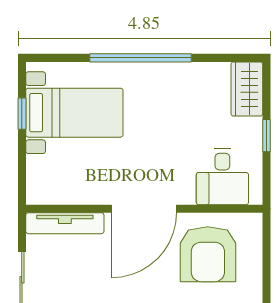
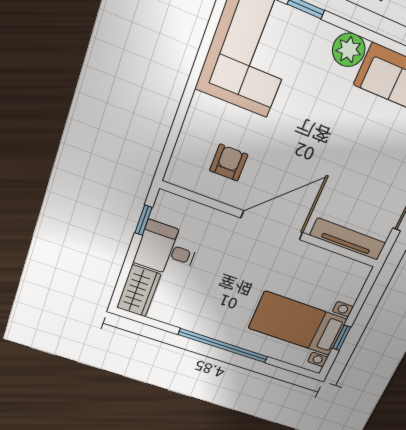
window: (267, 136) -> (143, 220), moved
desk: (222, 177) -> (167, 250), moved, turned -90
armchair: (208, 254) -> (229, 163), width x0.53, depth x0.53

